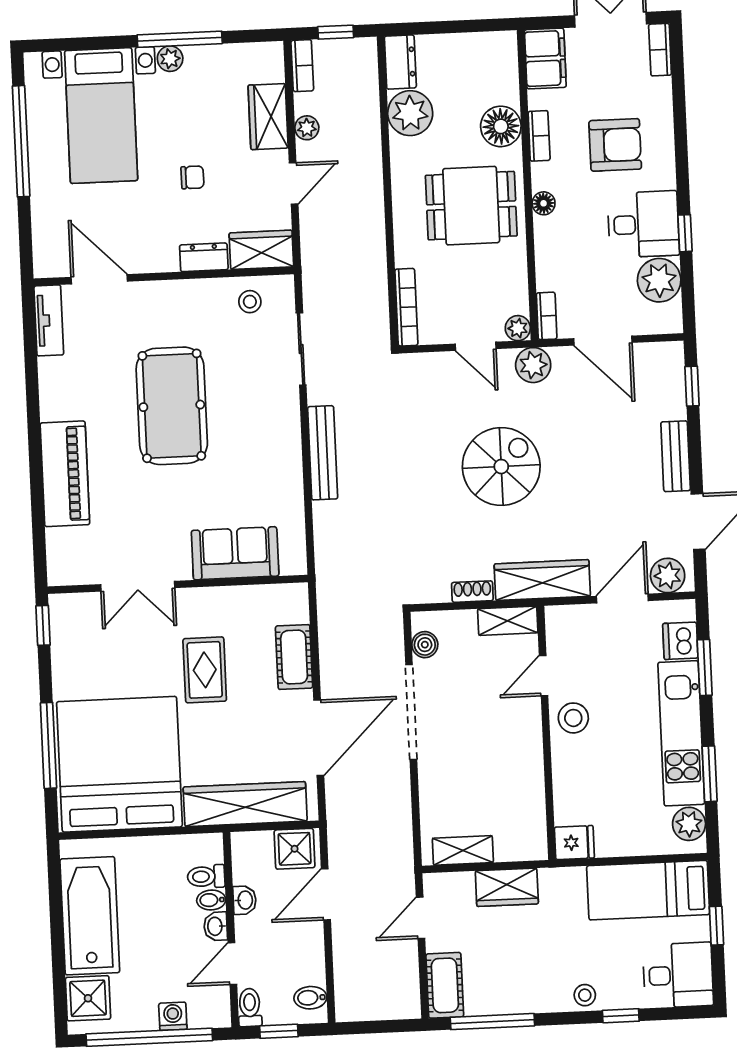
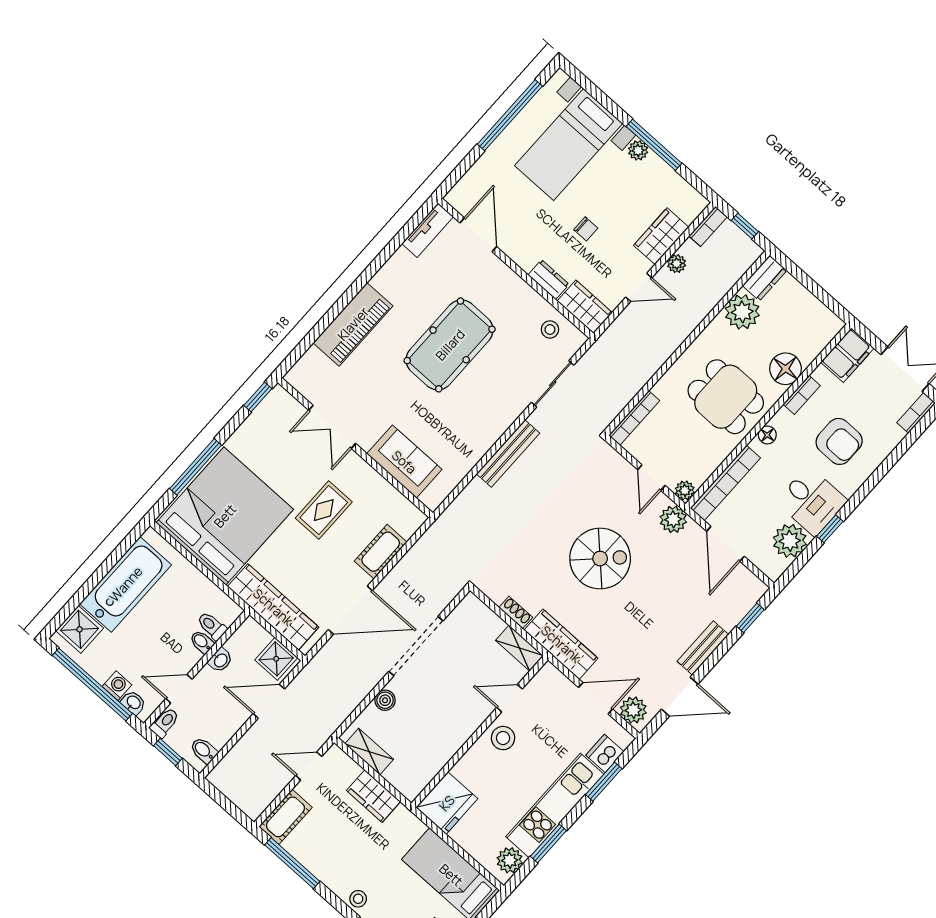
bookcase: (547, 316) -> (725, 483), width x2.31, depth x1.31
boiler: (425, 645) -> (385, 700), moved
fridge: (574, 843) -> (447, 803), width x1.88, depth x1.34
washbasin: (216, 926) -> (133, 703), moved, turned 90

